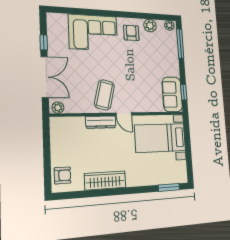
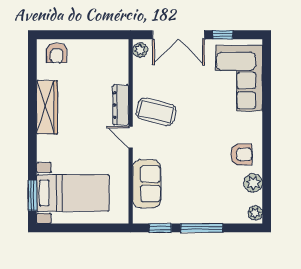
corner sofa: (93, 33) -> (239, 78), moved
window: (180, 43) -> (202, 228), moved
sofa: (172, 94) -> (147, 184), moved, turned 90
door: (124, 114) -> (131, 137), hinge flipped
bed with nightstands: (160, 138) -> (73, 193), moved, turned 90

